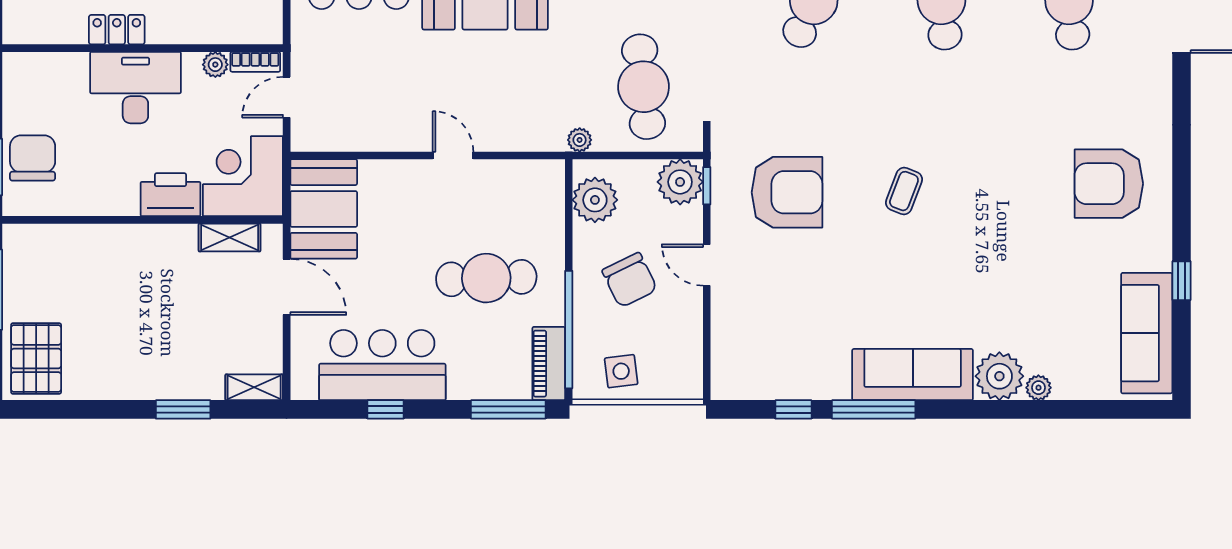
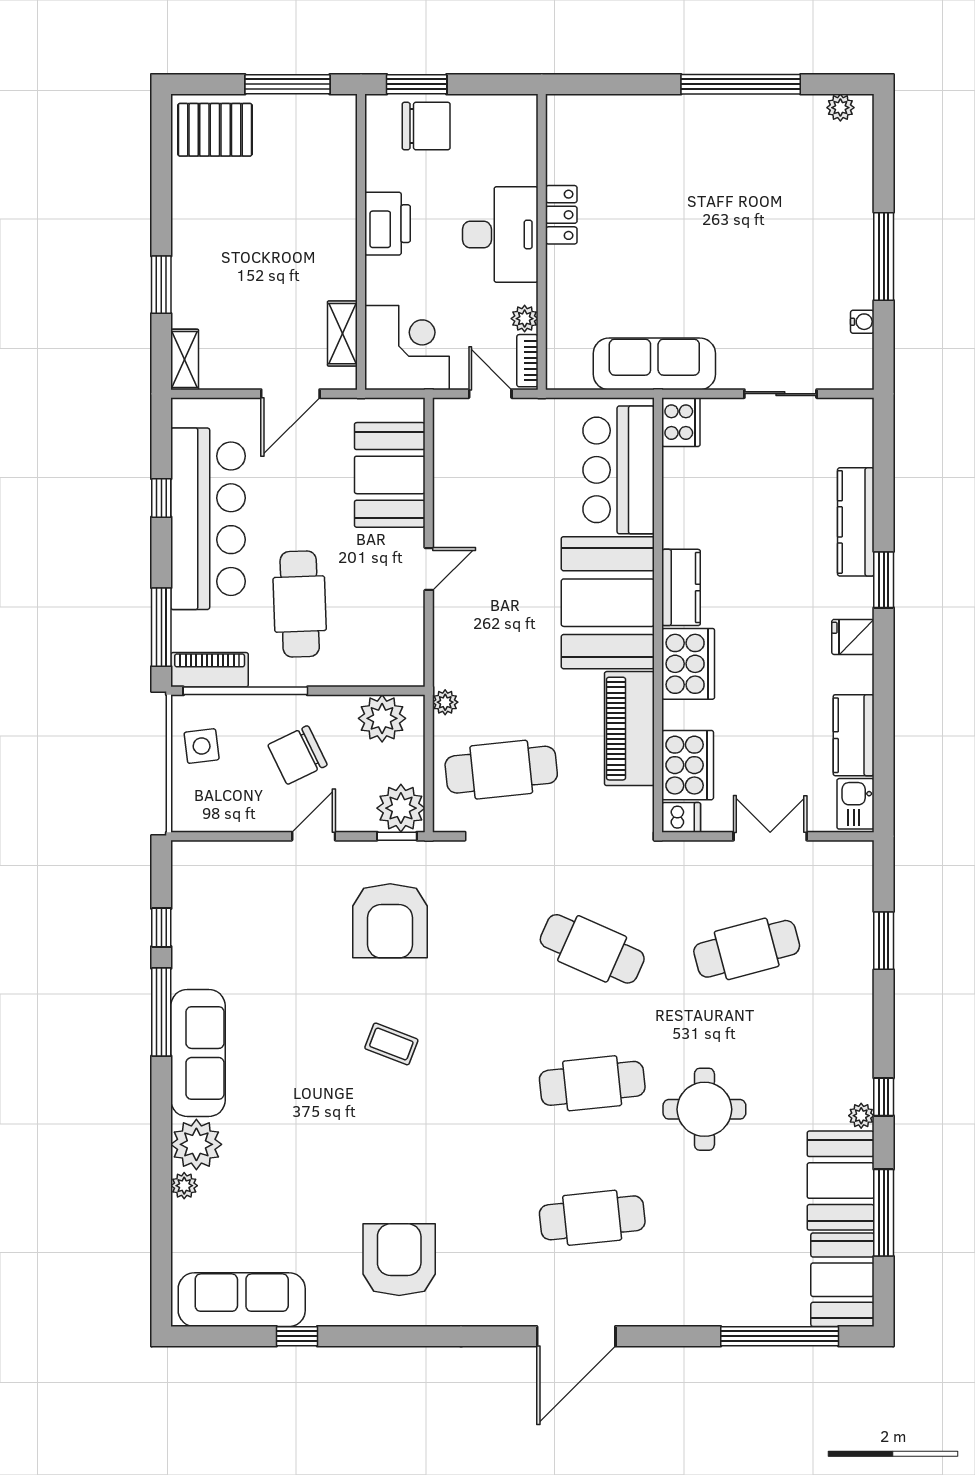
printer: (170, 195) -> (387, 224), moved
booth: (324, 209) -> (390, 475), moved, turned 90
bar counter: (382, 365) -> (208, 519), width x1.36

